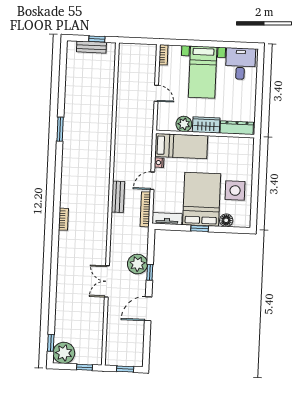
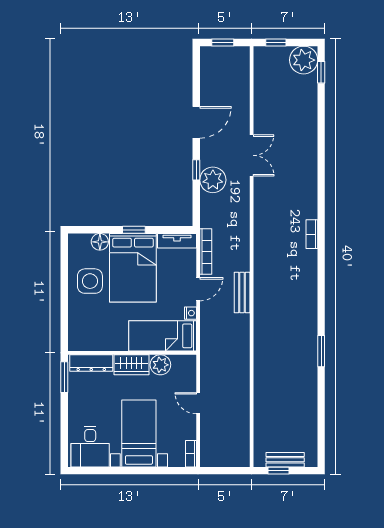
window: (258, 118) -> (64, 377), added
bench: (118, 197) -> (242, 292), moved

